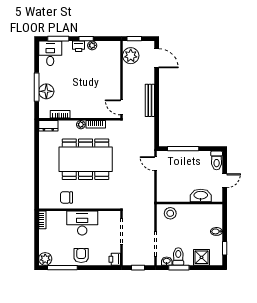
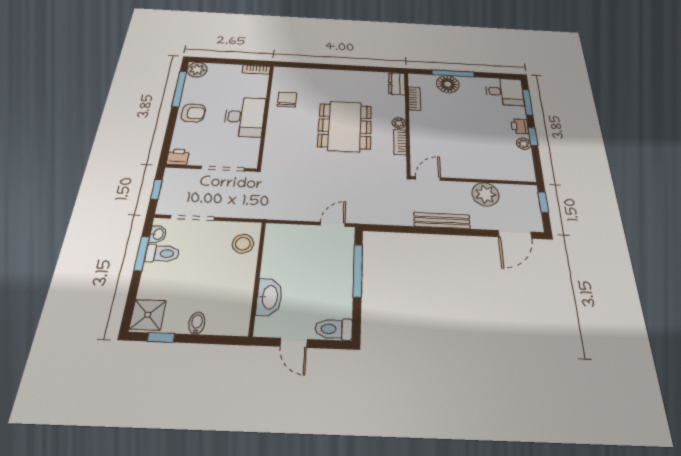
plant: (131, 56) -> (485, 194), moved
dining table: (86, 159) -> (345, 126), width x0.73, depth x0.80
shower: (202, 257) -> (148, 315), moved

